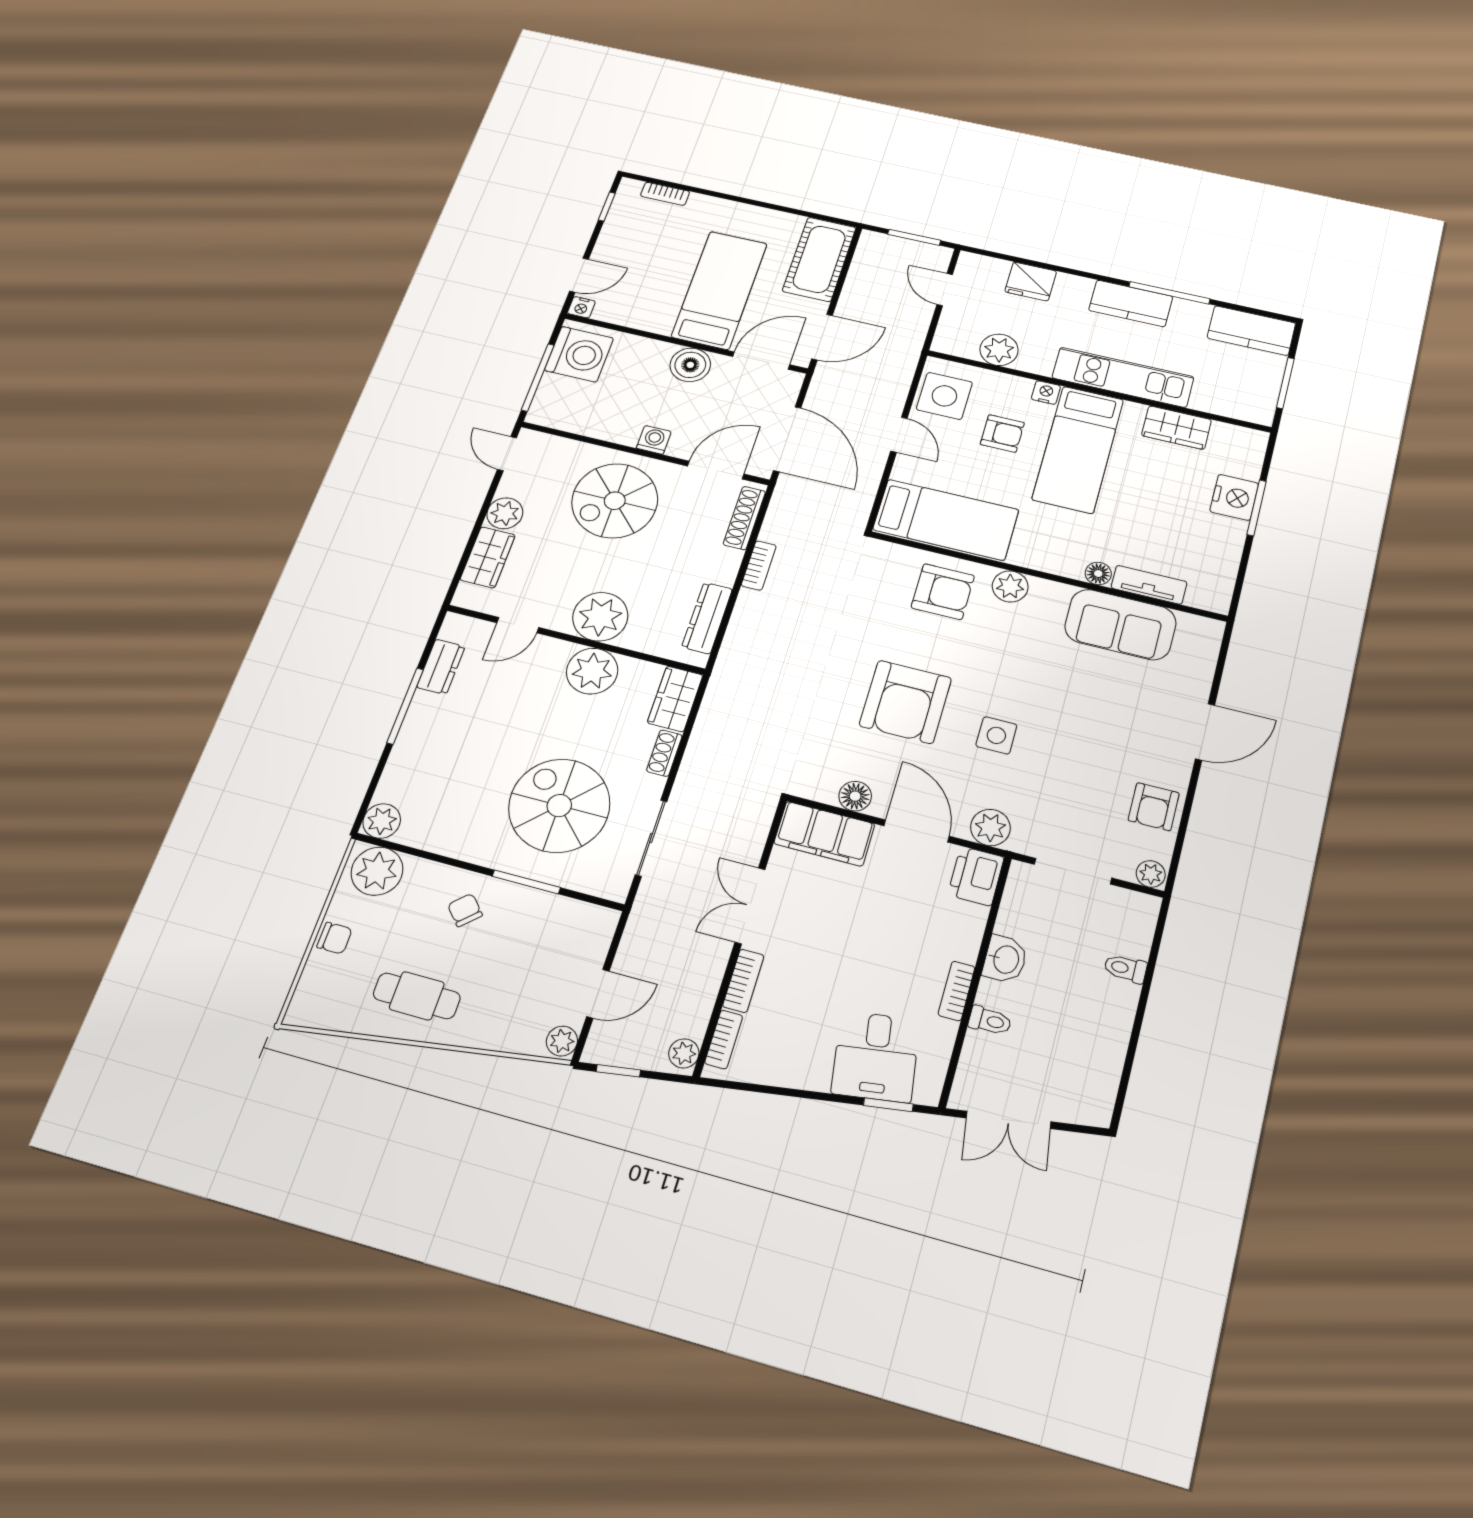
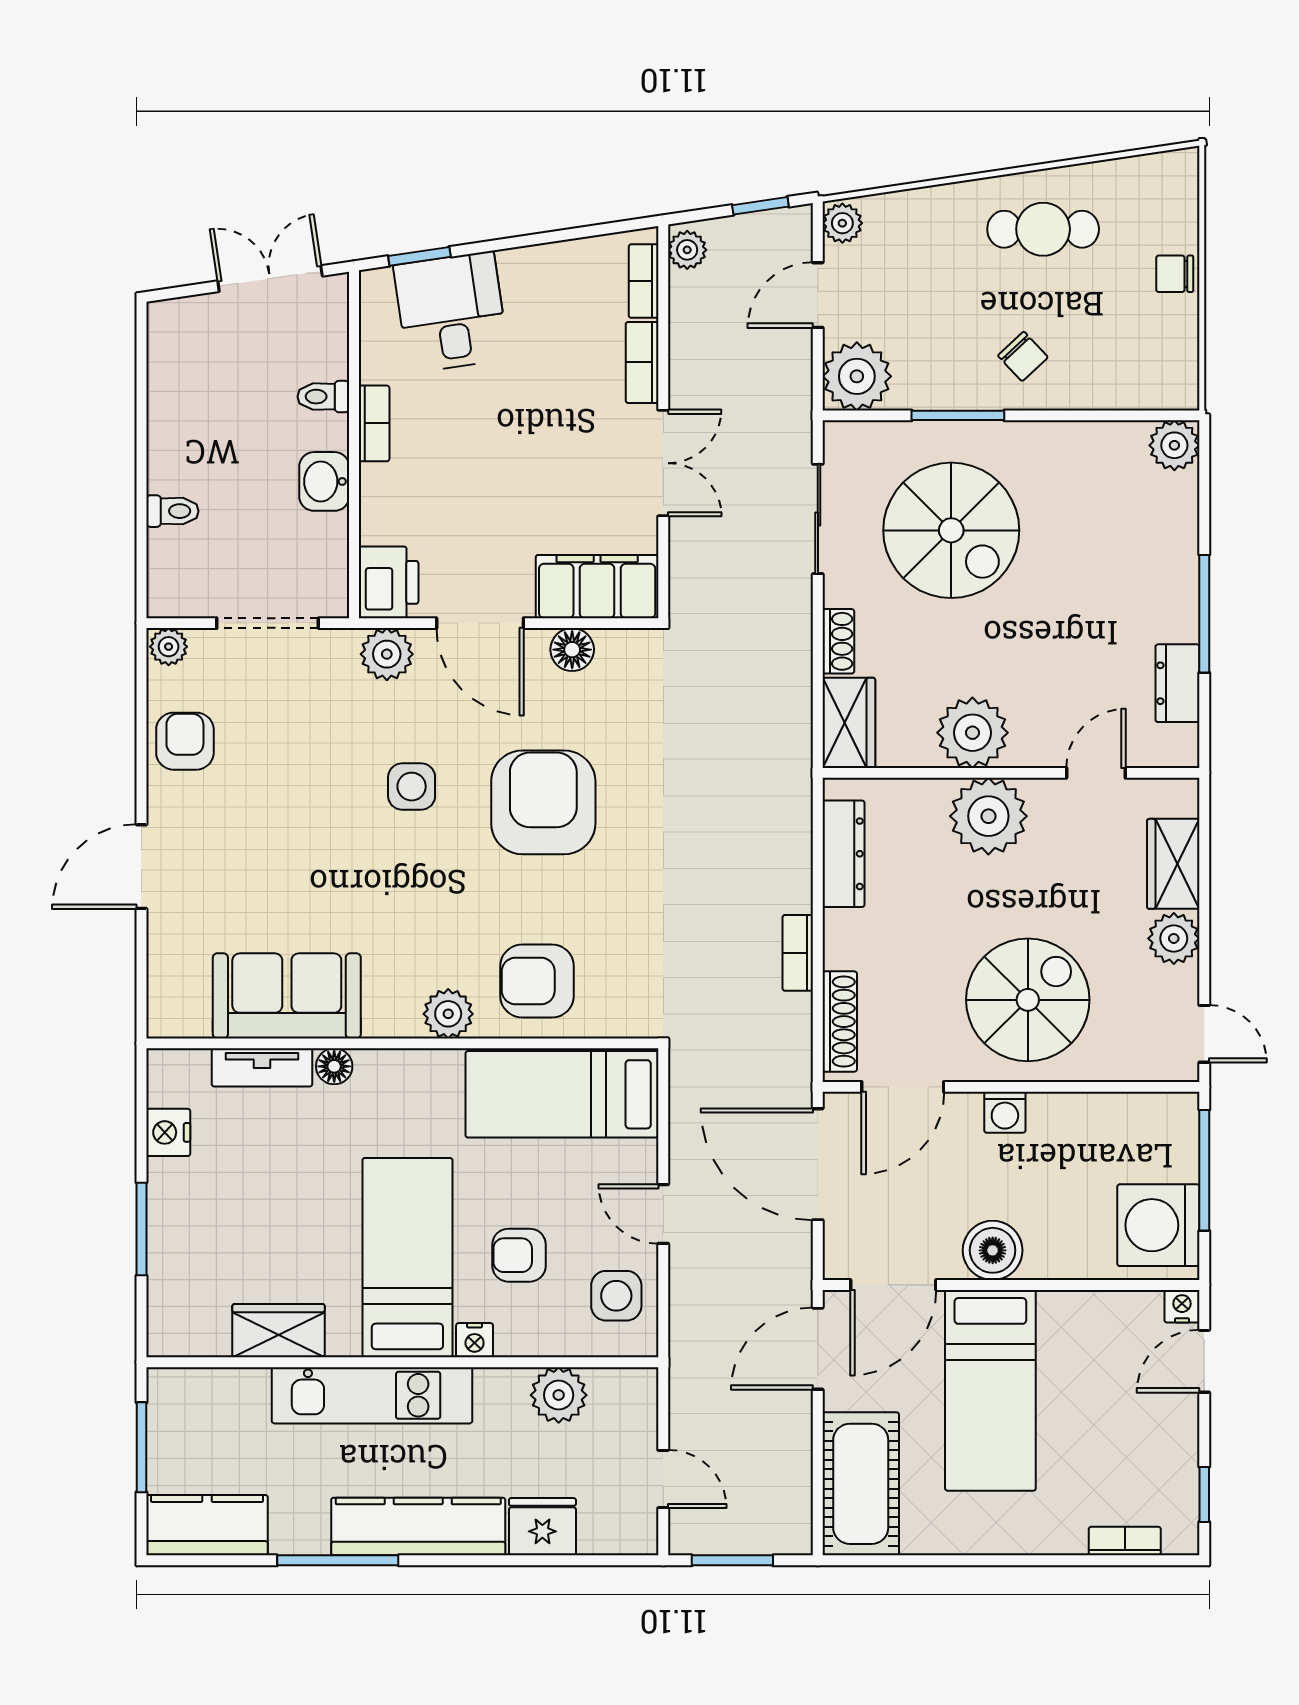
kitchen counter: (1131, 303) -> (418, 1526), width x1.50
side table: (944, 396) -> (616, 1296), width x0.73, depth x0.73
nightstand: (1234, 497) -> (168, 1132), moved, width x0.74, depth x0.75
plant: (377, 871) -> (857, 376), moved

